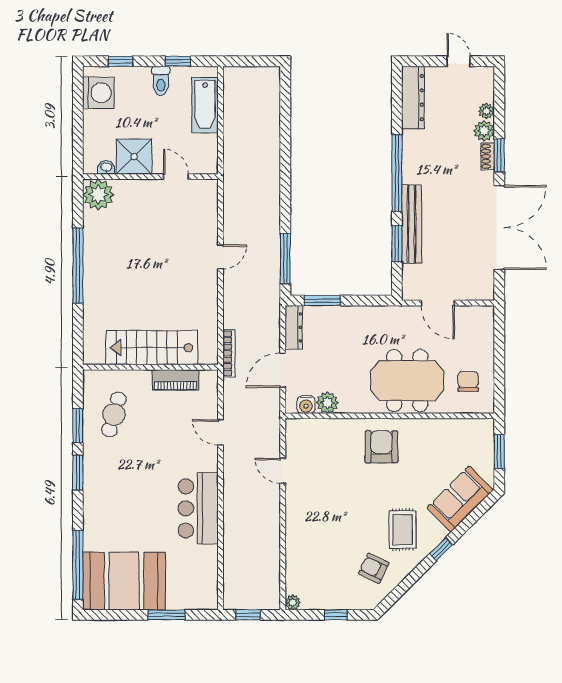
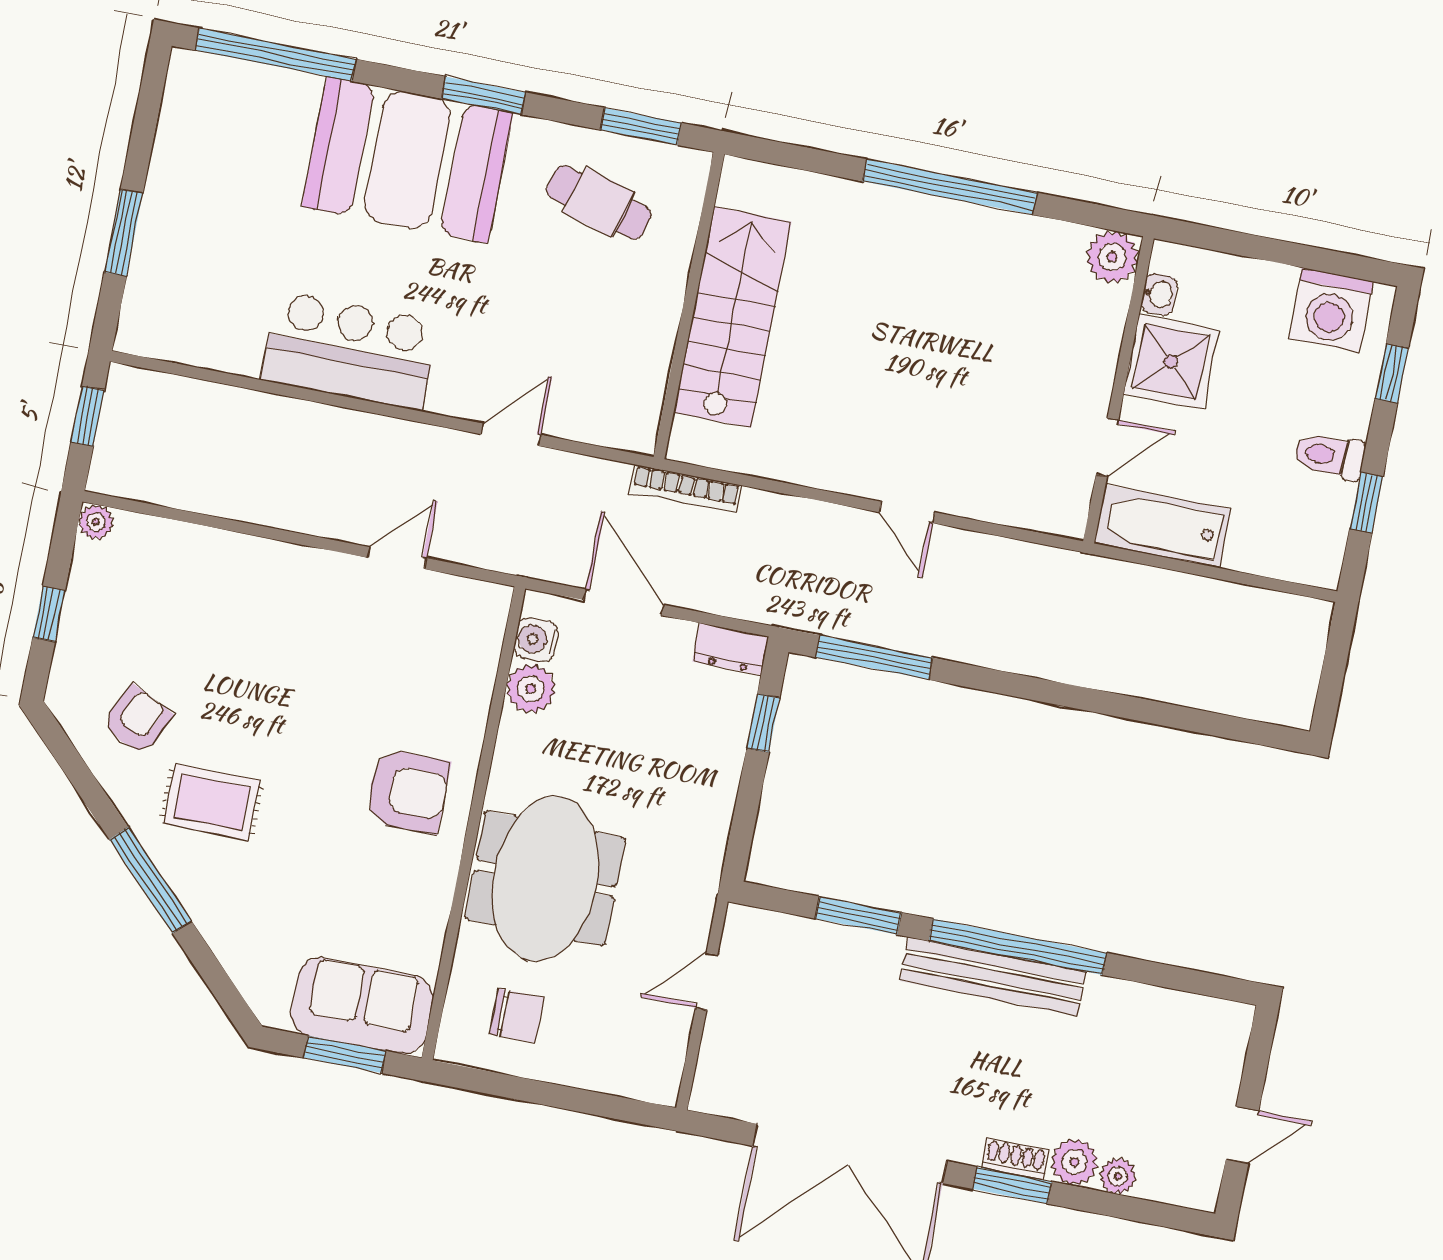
dresser: (413, 98) -> (1181, 1017), removed
bathtub: (205, 105) -> (1162, 526), moved
plant: (98, 195) -> (1112, 257), width x0.73, depth x0.73
bench: (412, 224) -> (993, 976), moved
window: (323, 301) -> (763, 723), width x0.67
door: (438, 303) -> (707, 981), width x0.73
dresser: (294, 327) -> (730, 649), width x0.70
piano: (175, 380) -> (649, 356), removed
window: (78, 426) -> (641, 126), moved
sofa: (460, 499) -> (362, 1006), moved, turned -45
window: (441, 549) -> (150, 880), width x2.17
booth: (124, 581) -> (407, 160), moved, turned 90

